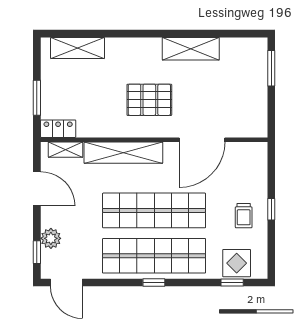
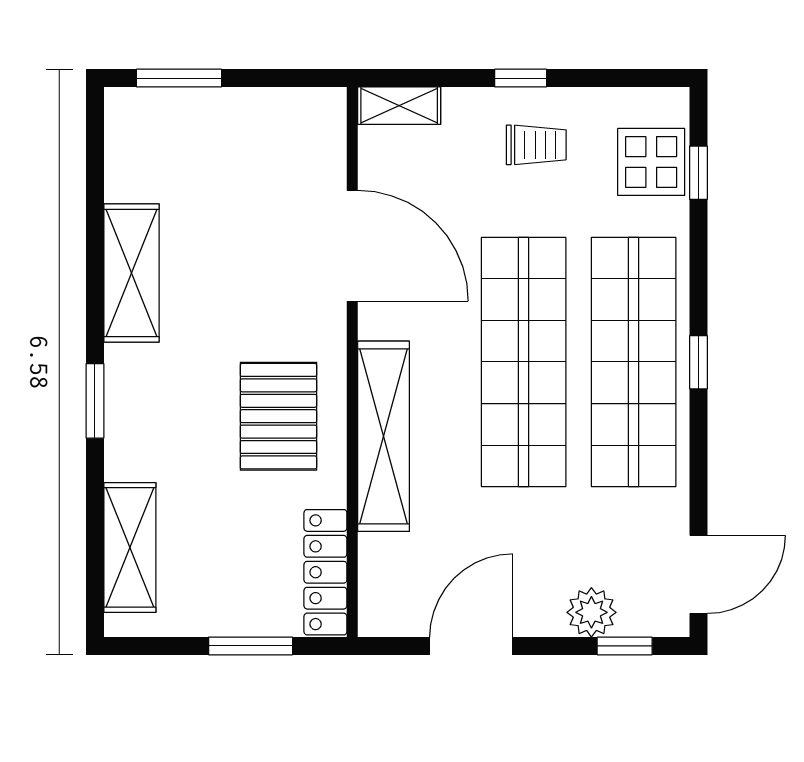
window: (138, 34) -> (95, 401), added
pallet: (149, 100) -> (278, 416), moved
locker: (58, 129) -> (325, 572), width x1.53
shelving: (66, 150) -> (399, 106), moved, turned 90

